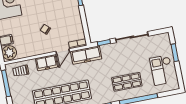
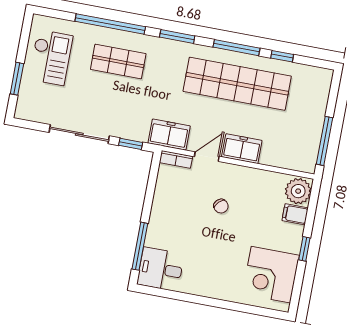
freezer: (86, 55) -> (169, 135), width x0.71
trolley: (21, 71) -> (291, 152), removed

